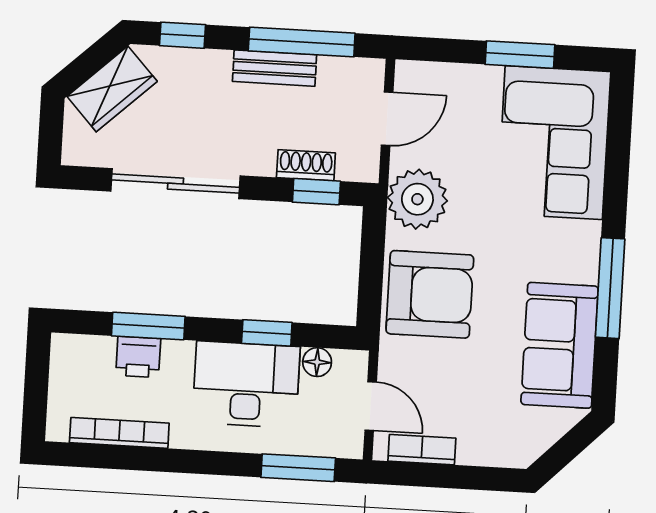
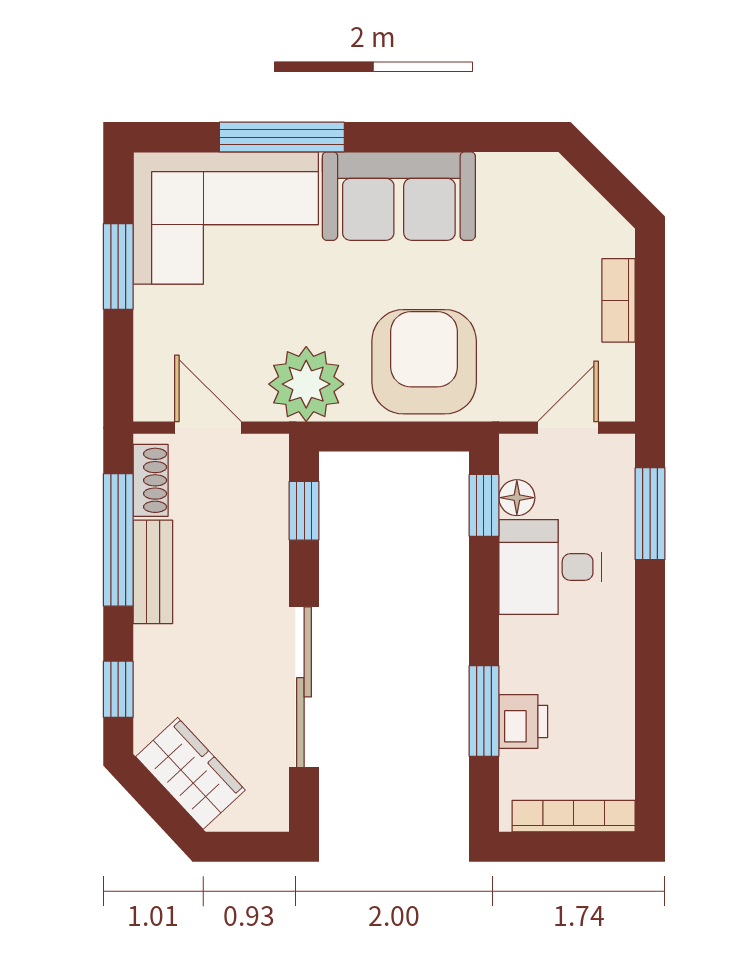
shoe rack: (306, 165) -> (151, 480), moved, turned 180
window: (610, 288) -> (282, 137), moved
window: (267, 333) -> (484, 505), moved
sofa: (560, 345) -> (399, 196), moved
desk: (246, 385) -> (550, 567), width x0.73
bookcase: (119, 433) -> (574, 816), moved, turned 90
bookcase: (422, 450) -> (619, 300), moved

